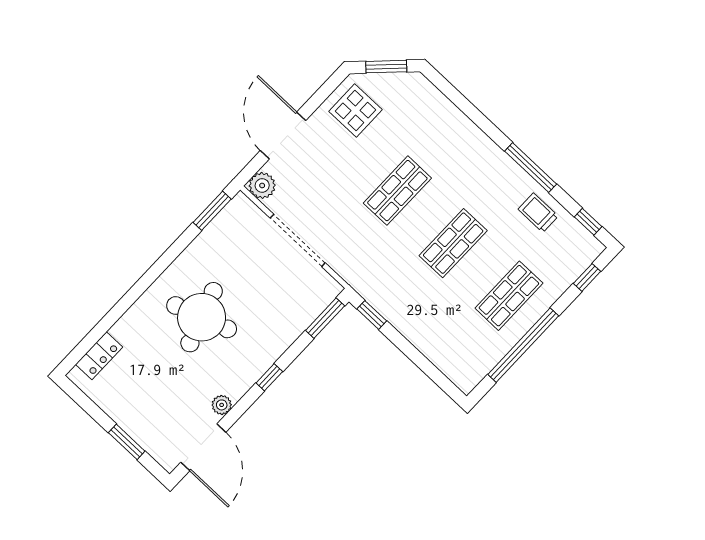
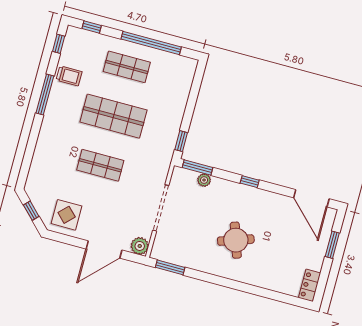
window: (386, 67) -> (31, 211), width x0.67
trolley: (538, 213) -> (69, 76), turned -90
shop shelf: (453, 243) -> (113, 116), width x1.43, depth x1.36
round table: (202, 317) -> (236, 240), width x0.73, depth x0.73
locker: (99, 356) -> (310, 285), moved, turned -90
plant: (222, 405) -> (204, 180), moved
door: (203, 447) -> (311, 198), swing flipped

